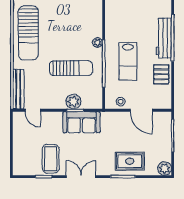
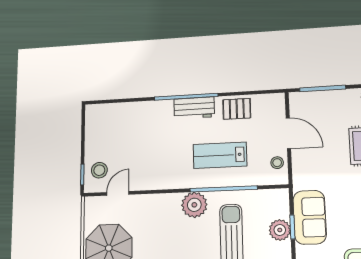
workbench: (164, 38) -> (194, 108), width x0.73
plant: (97, 43) -> (194, 205), width x1.88, depth x1.88
lab bench: (128, 61) -> (220, 155), turned 180
door: (141, 110) -> (288, 133), hinge flipped

